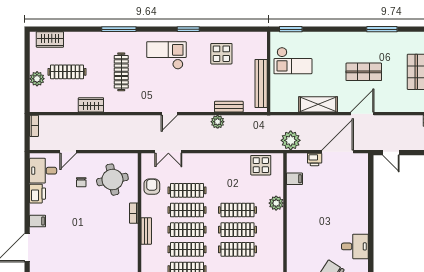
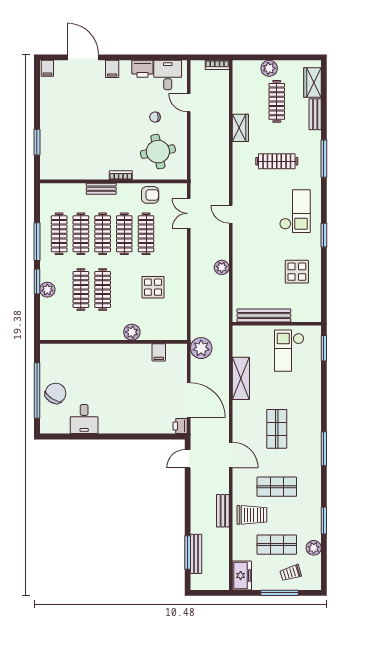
bench: (229, 107) -> (315, 114), moved
door: (362, 114) -> (231, 455), moved
printer: (315, 159) -> (180, 426), moved
display table: (261, 165) -> (153, 287), moved
clothes rail: (238, 210) -> (124, 289), removed

